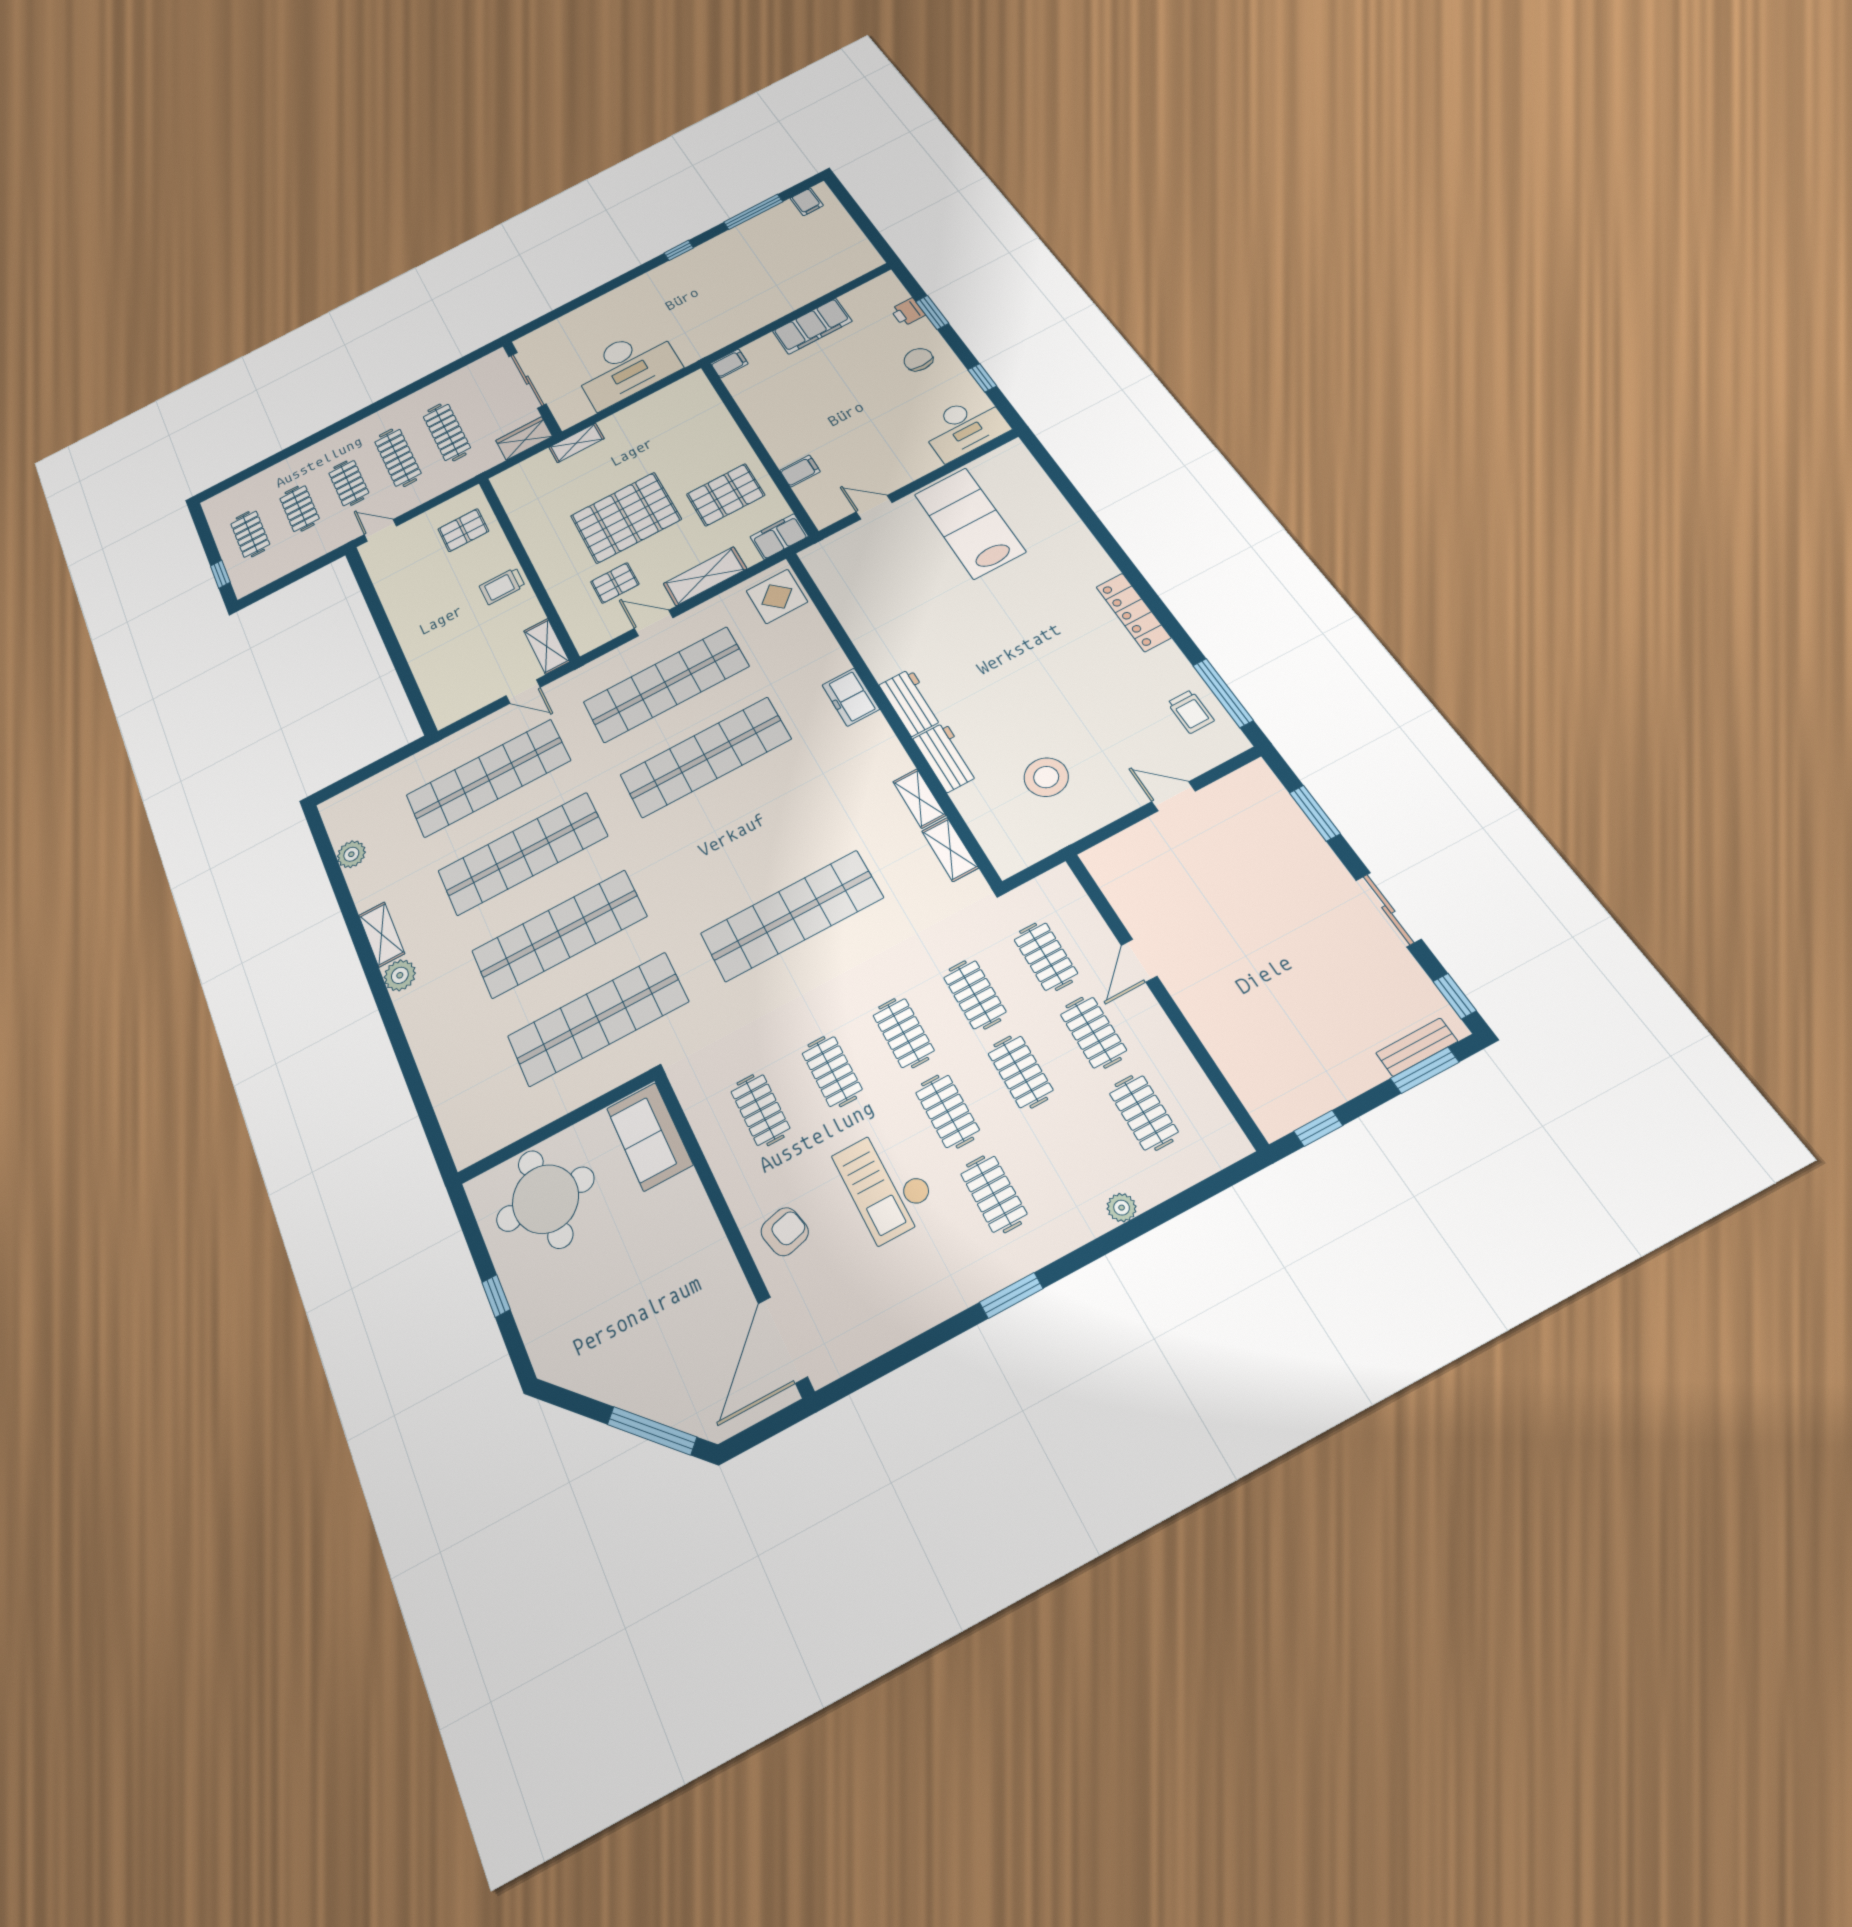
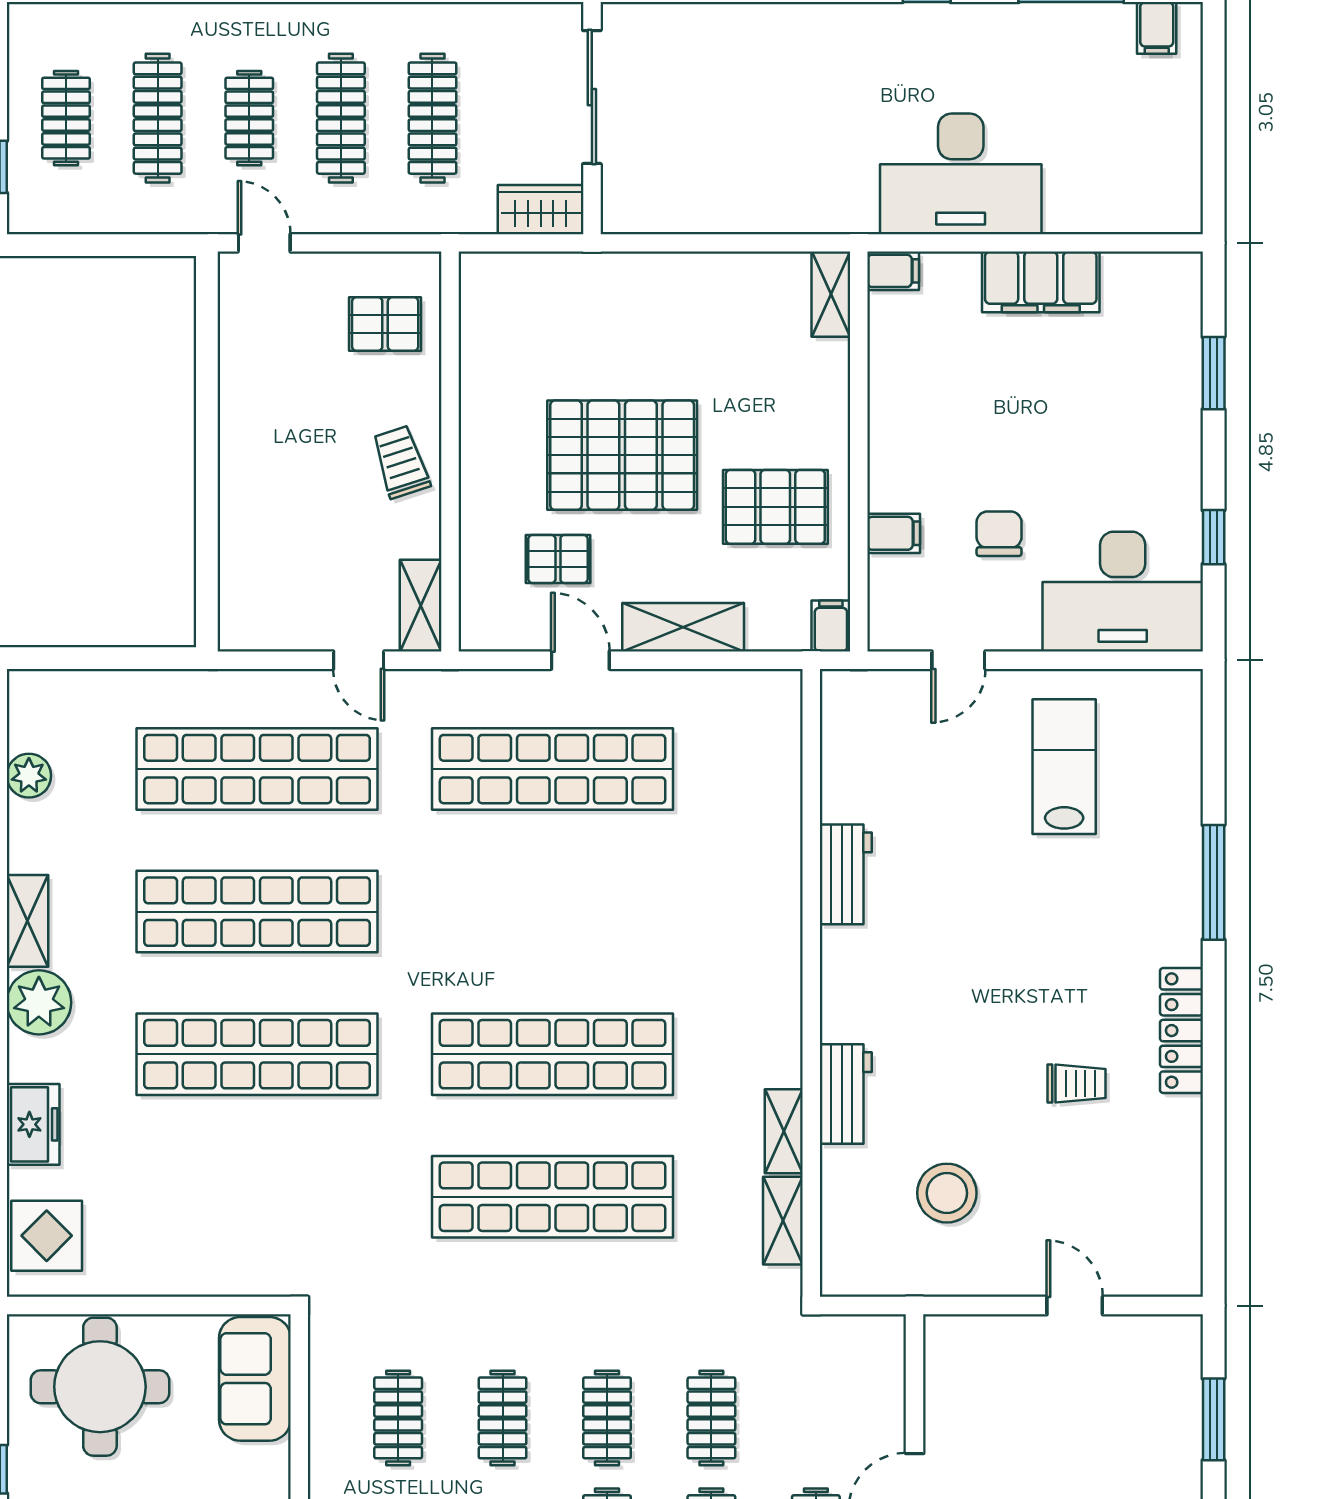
printer: (908, 312) -> (1182, 349), removed
chair: (918, 360) -> (999, 534), moved
desk: (627, 367) -> (961, 174), moved
desk: (964, 427) -> (1123, 592), width x1.36, depth x1.30
shelving: (576, 443) -> (831, 294), moved, turned 90
door: (874, 507) -> (958, 660), swing flipped
clothes rail: (300, 508) -> (158, 118), width x1.36
lab bench: (970, 523) -> (1064, 767), width x0.73, depth x0.72
filing cabinet: (779, 537) -> (831, 626), width x0.50
trolley: (502, 586) -> (401, 462), turned 72
display table: (777, 596) -> (47, 1236), moved
window: (1223, 693) -> (1214, 882), moved
freezer: (851, 697) -> (33, 1124), moved, turned 180
workbench: (911, 702) -> (846, 874), moved
trolley: (1191, 712) -> (1076, 1083), moved, turned -90
shop shelf: (705, 757) -> (553, 1054), moved
clothes rail: (1046, 956) -> (816, 1418), removed
plant: (400, 975) -> (39, 1002), width x1.36, depth x1.36
shop shelf: (598, 1019) -> (257, 1197), removed

